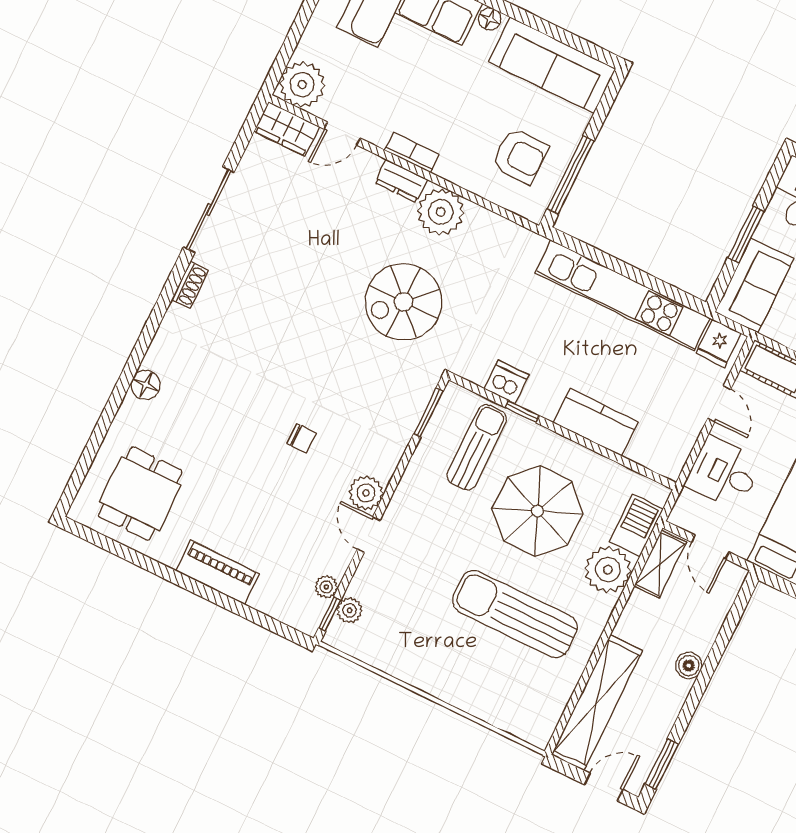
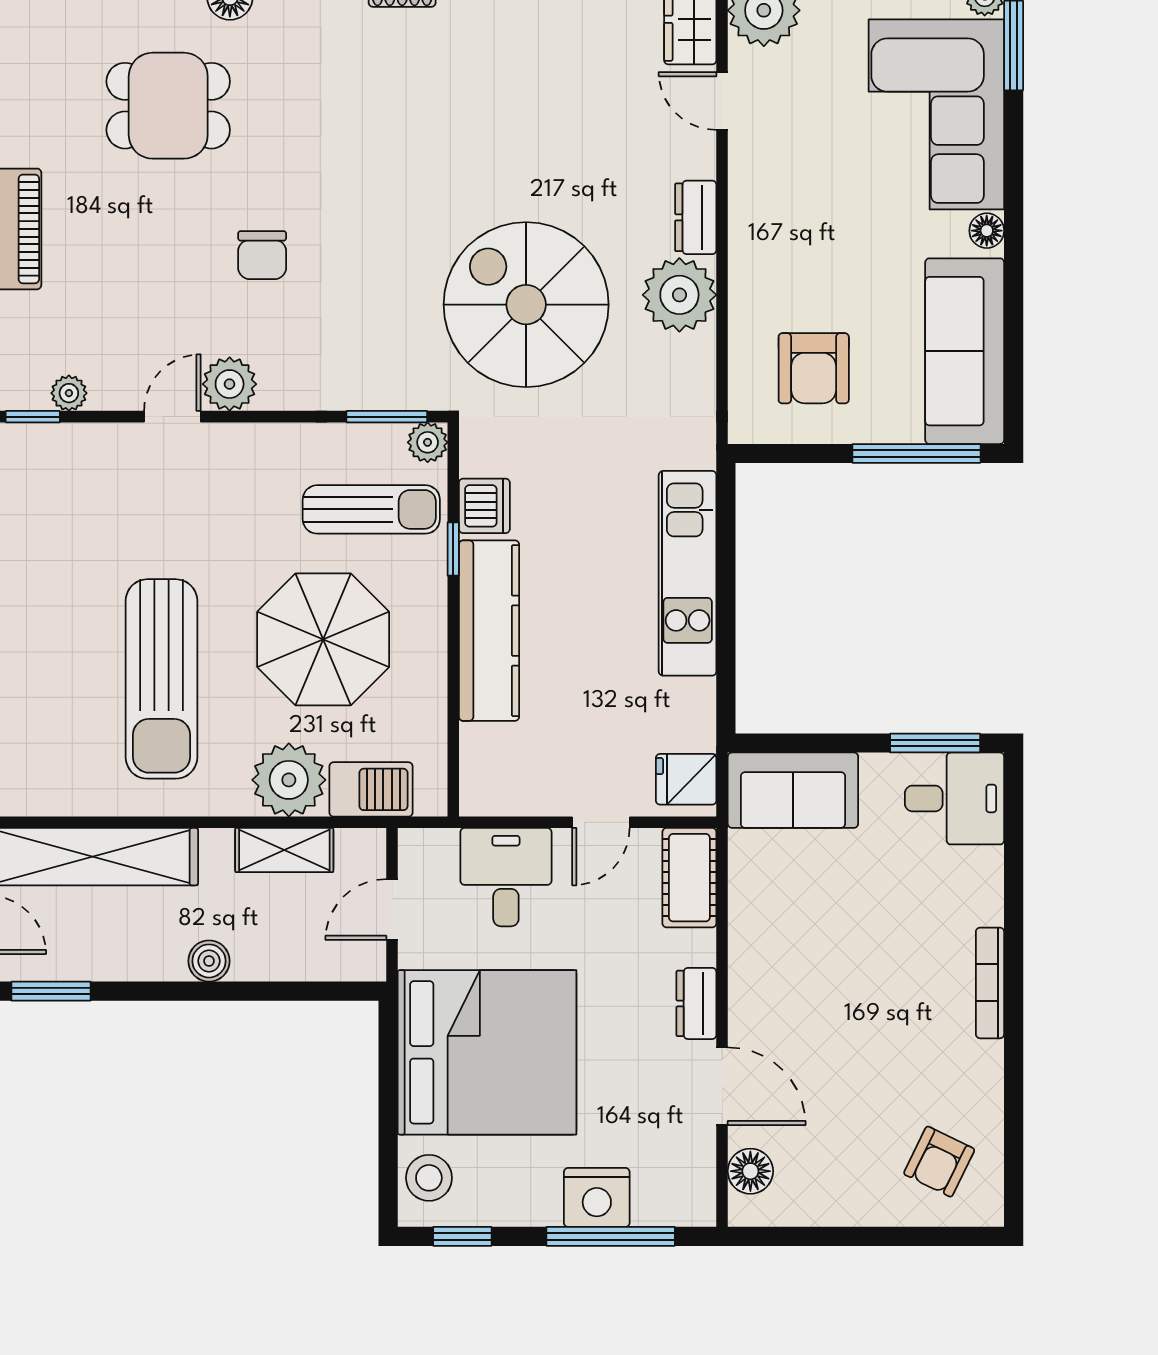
bookcase: (412, 152) -> (744, 213), removed
window: (571, 175) -> (916, 453), moved
window: (746, 234) -> (935, 743), moved
kitchen unit: (623, 295) -> (688, 573), width x0.73
spiral stairs: (403, 302) -> (526, 305), width x1.37, depth x1.37
kitchen counter: (596, 422) -> (489, 631), width x1.50
chair: (302, 438) -> (262, 255), width x1.37, depth x1.37
dining table: (140, 493) -> (168, 106), moved
shelving: (660, 564) -> (284, 850), moved
plant: (350, 610) -> (428, 442), moved
sun lounger: (515, 614) -> (161, 679), turned 180

